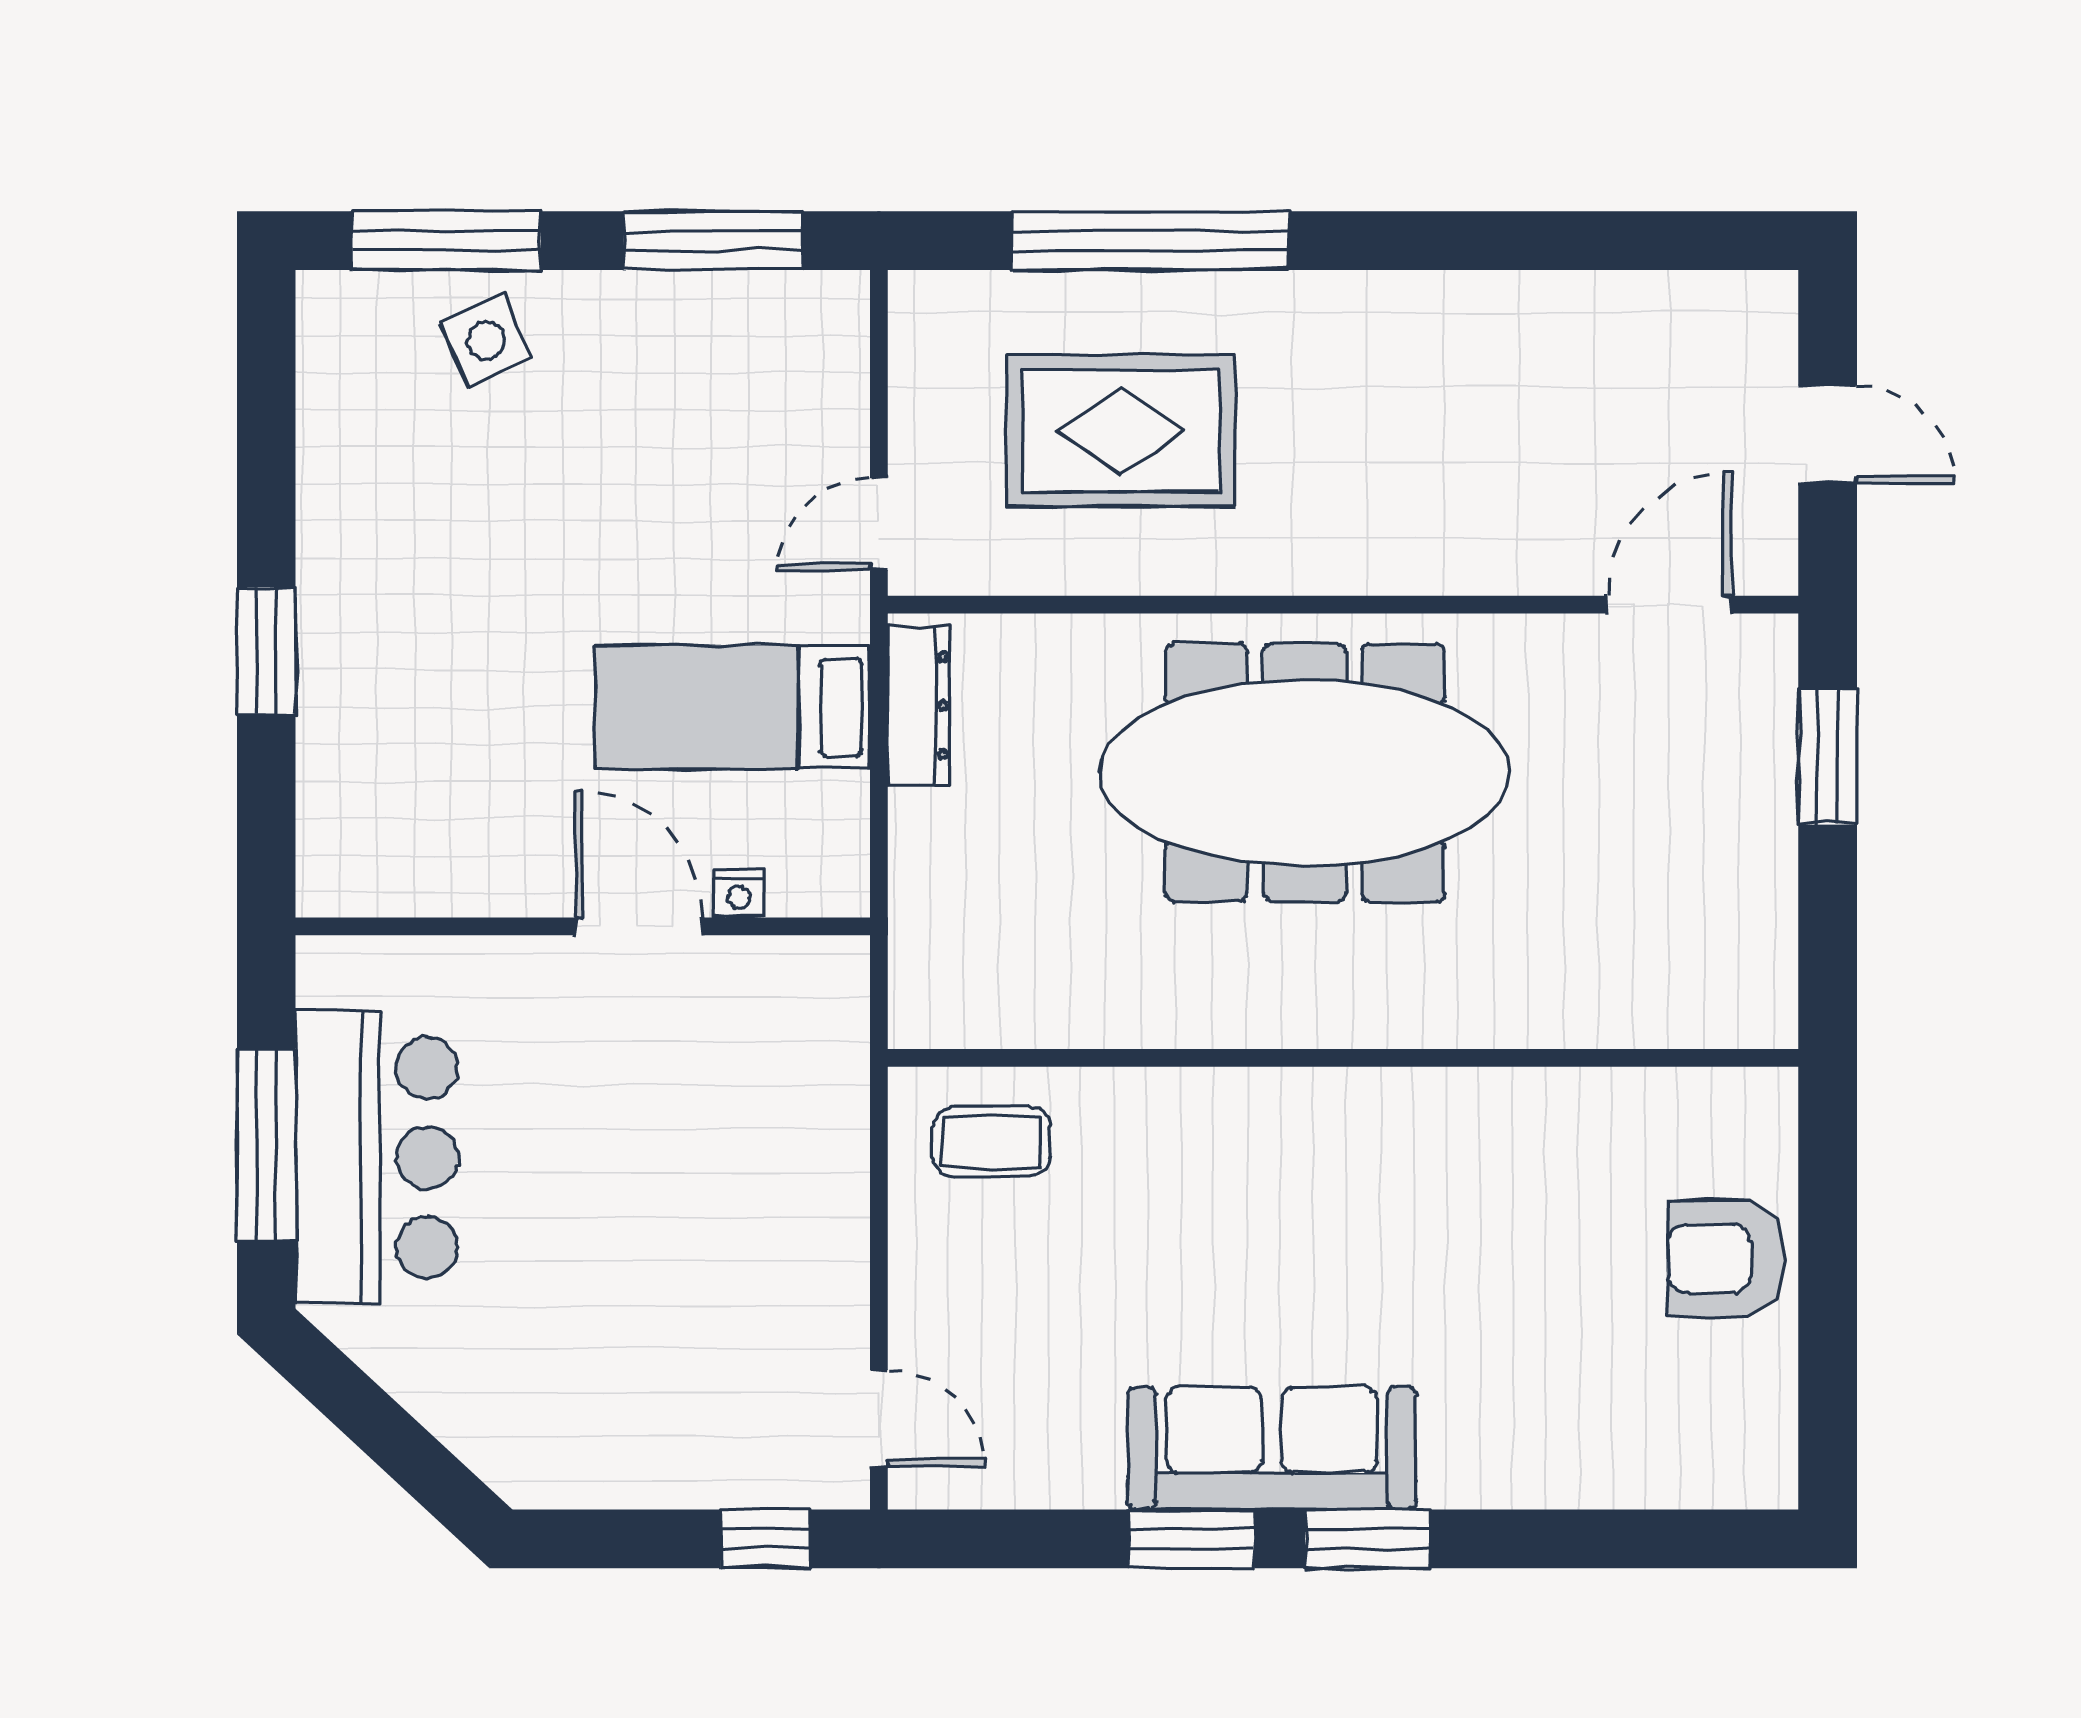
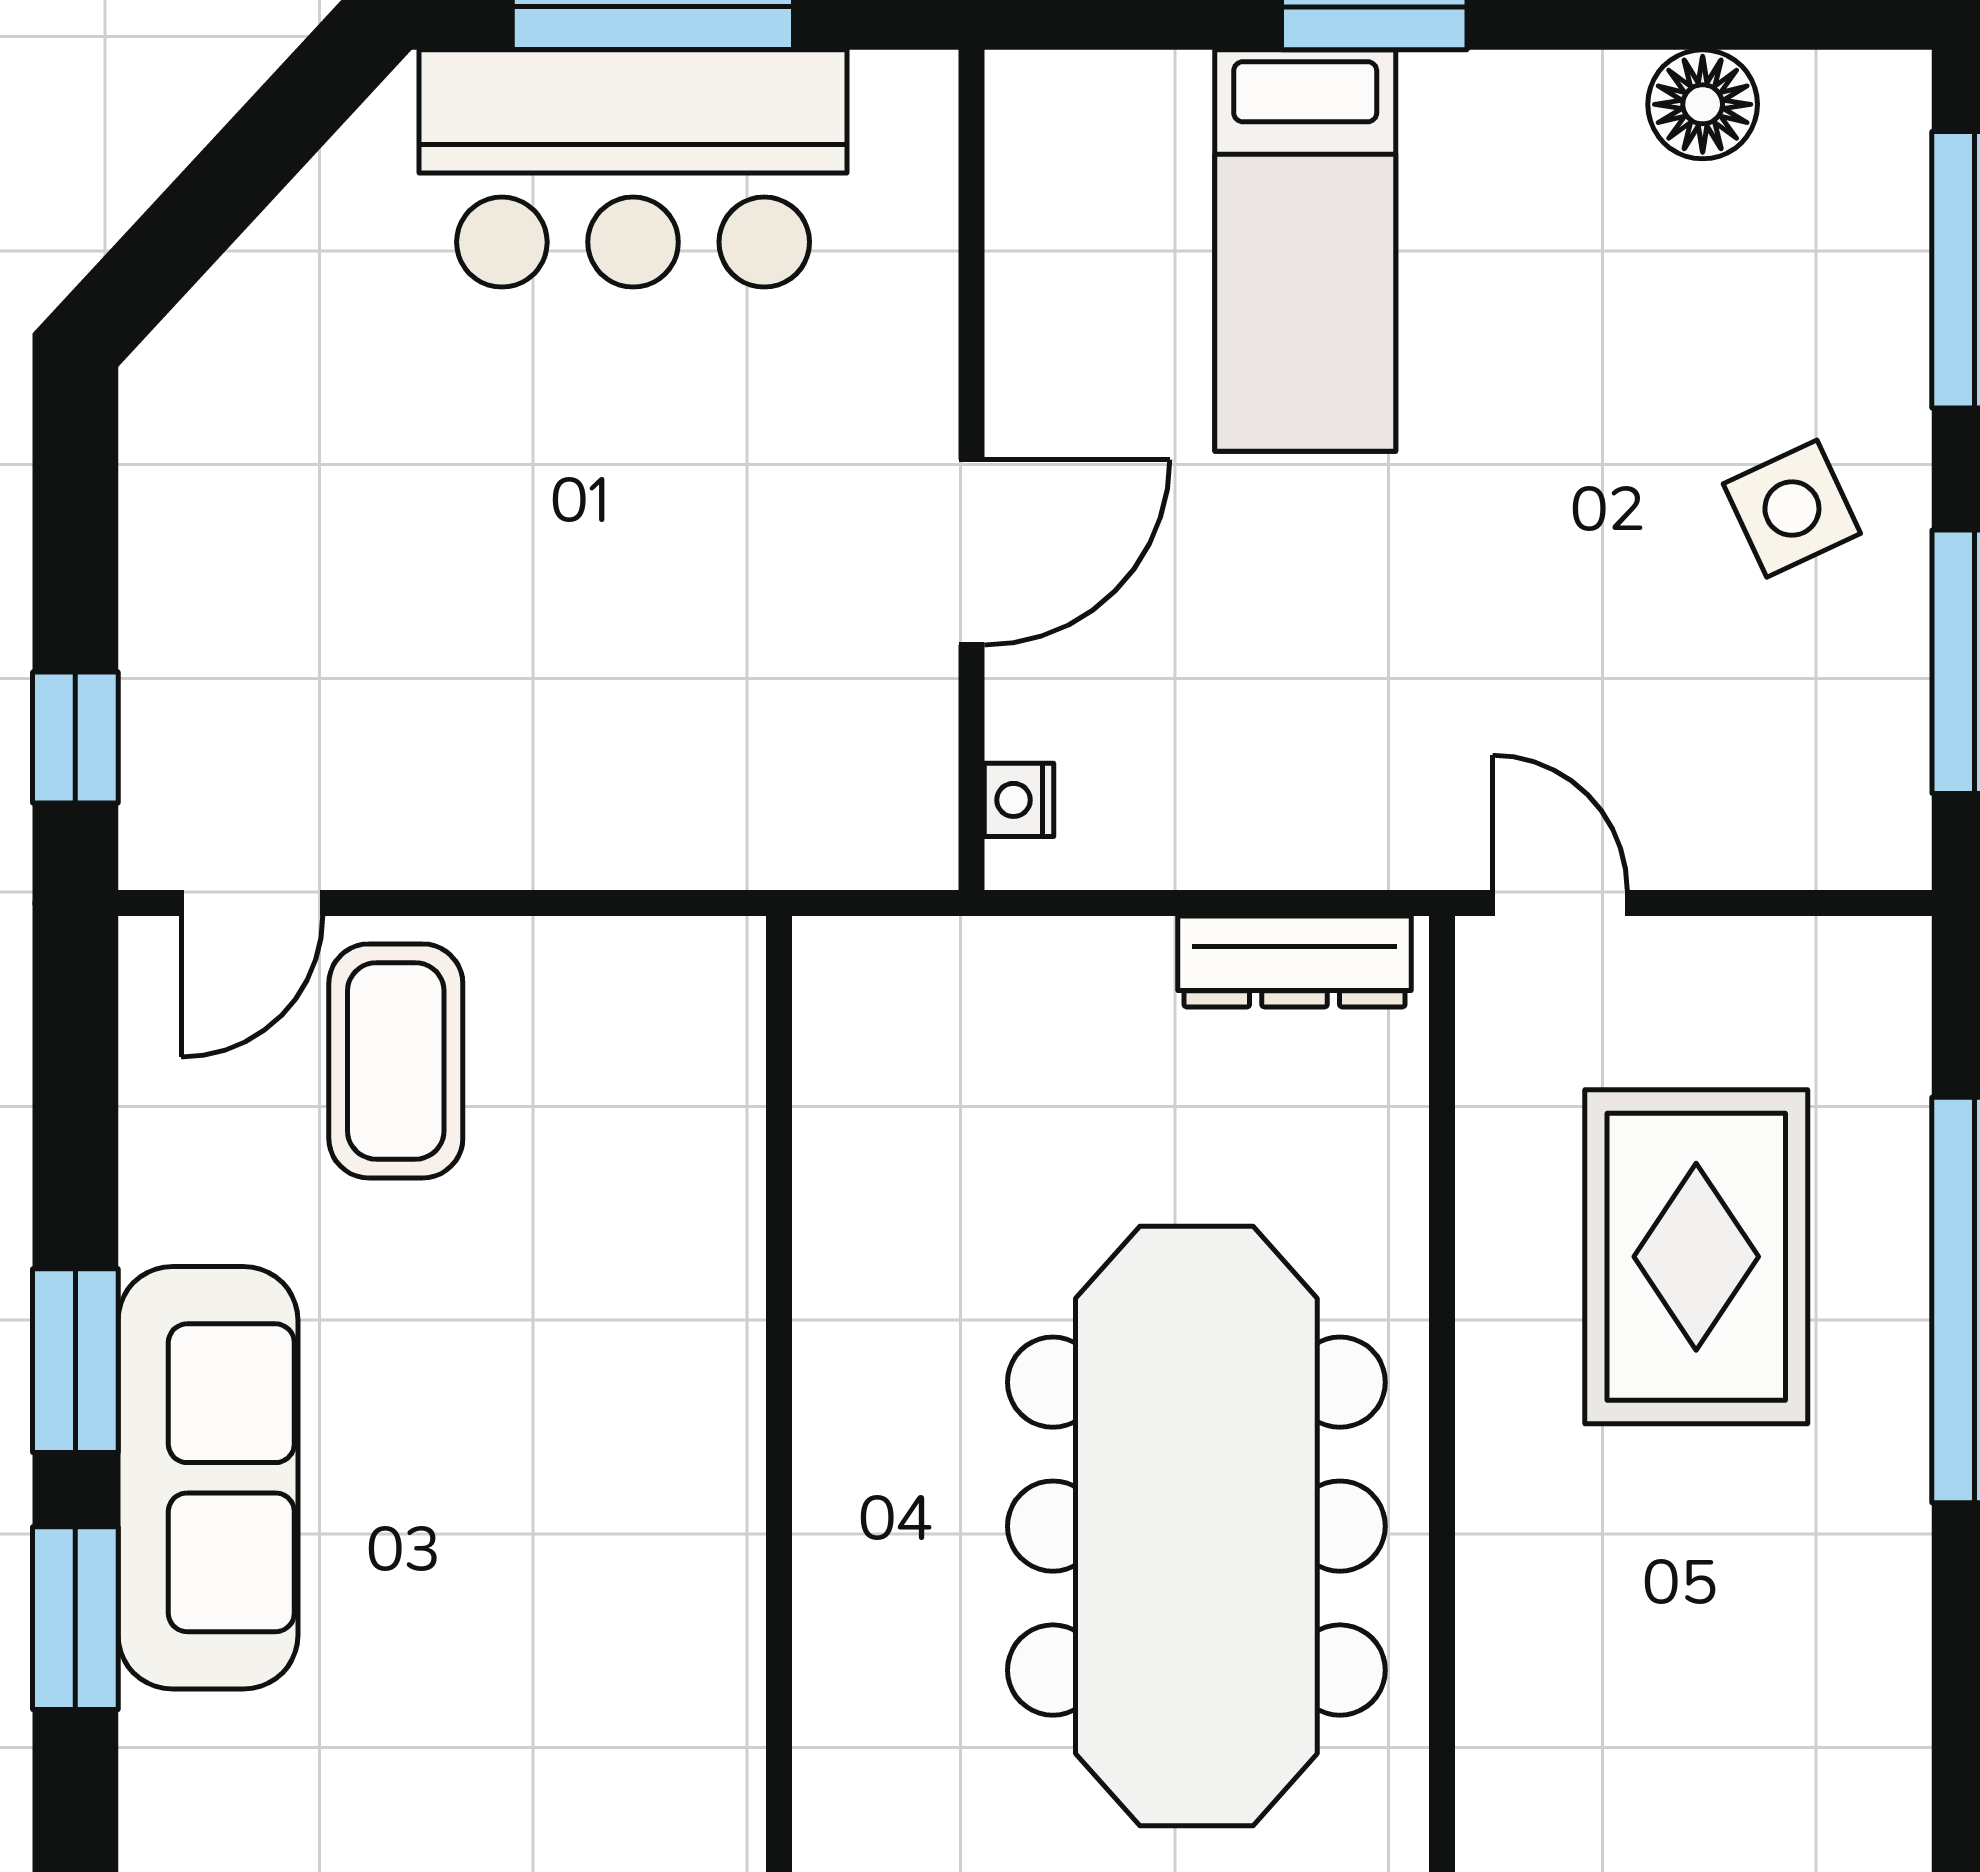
side table: (486, 341) -> (1792, 509), moved
floor lamp: (333, 427) -> (1703, 104), added
bed: (733, 707) -> (1305, 250), moved, turned 180
nightstand: (739, 894) -> (1019, 800), moved
coffee table: (992, 1142) -> (396, 1061), moved, width x1.36, depth x1.30

